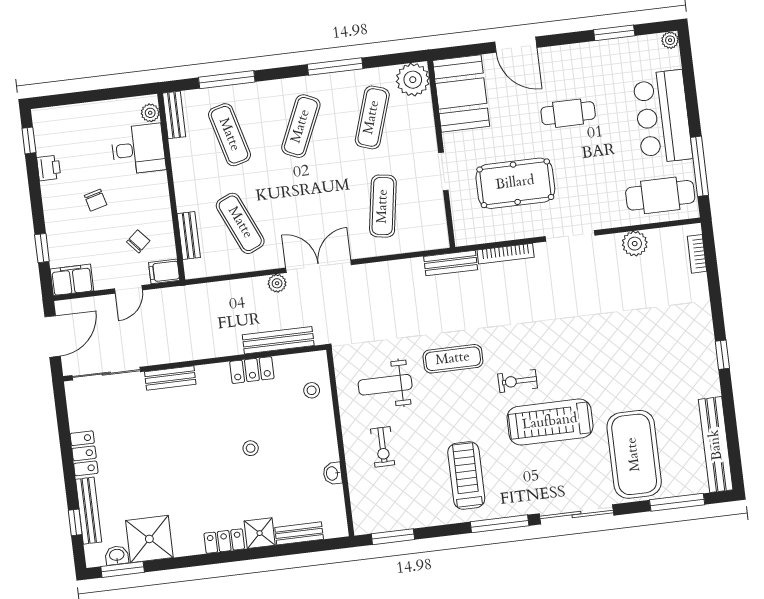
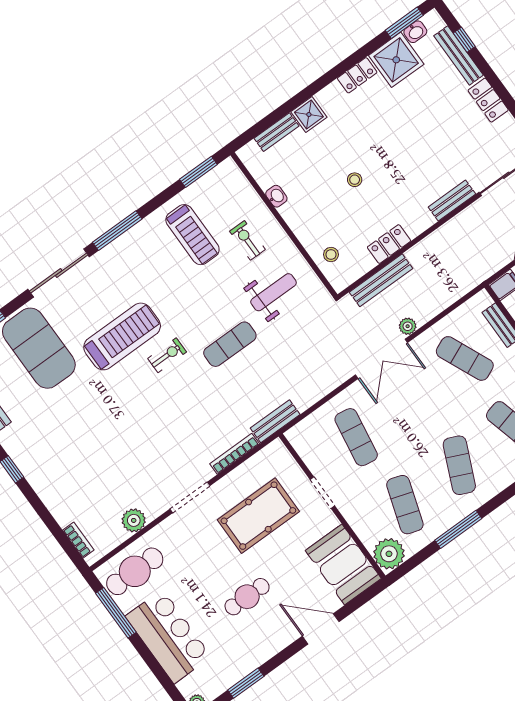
treadmill: (466, 475) -> (192, 235), moved
locker: (224, 541) -> (357, 75), moved

